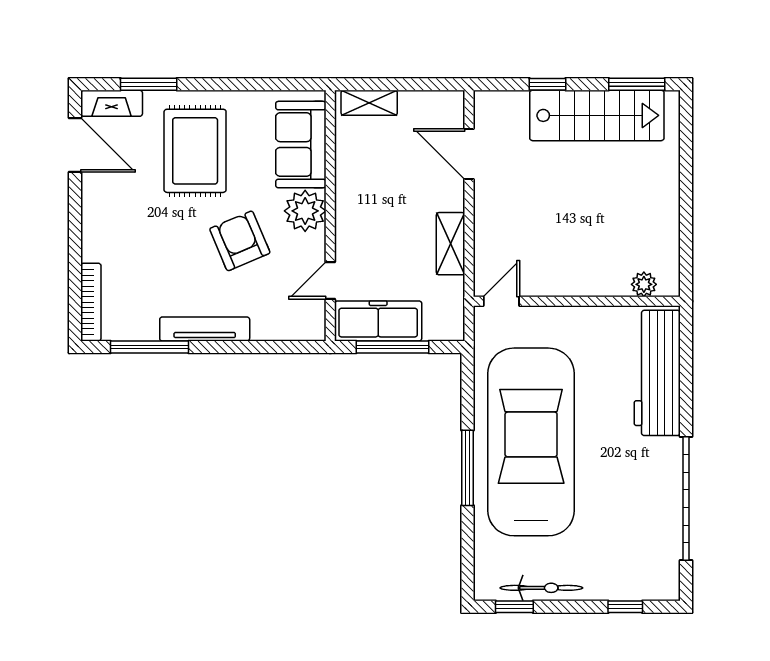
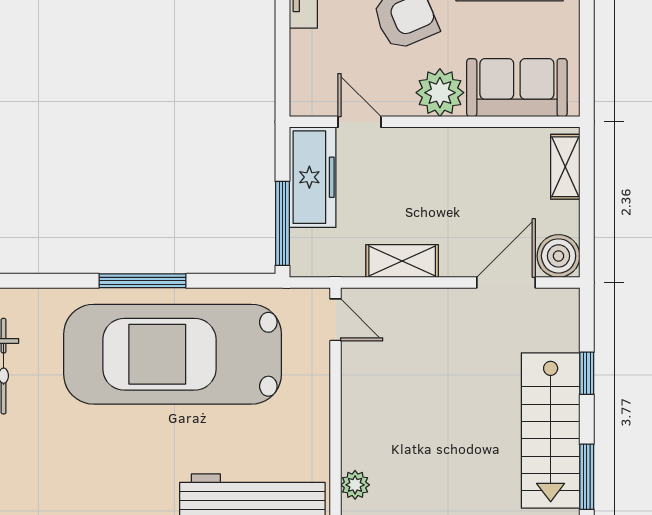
boiler: (446, 109) -> (559, 256), added
window: (392, 347) -> (282, 223), moved
car: (531, 442) -> (173, 354), turned 180

